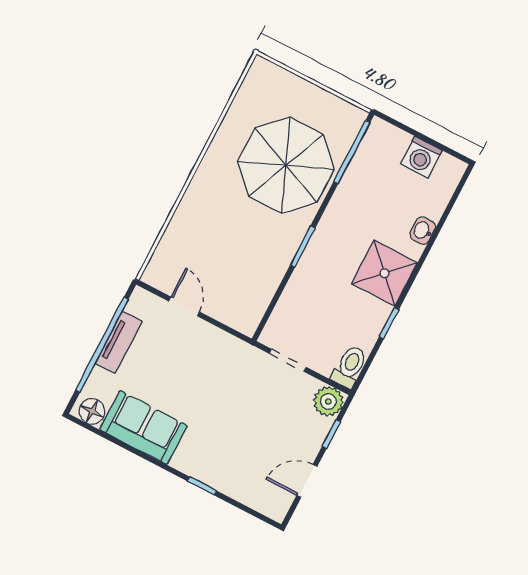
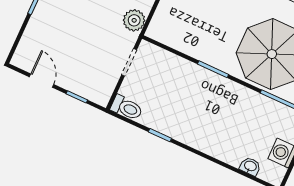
washbasin: (423, 231) -> (250, 166), moved
shower: (384, 273) -> (196, 130), removed
plant: (328, 401) -> (134, 20), moved

